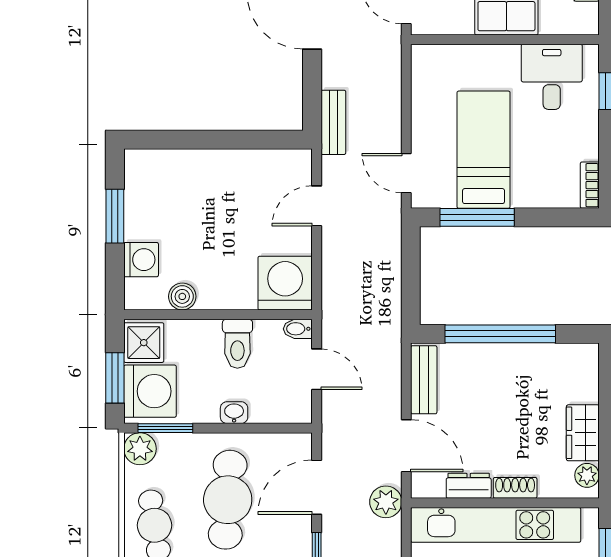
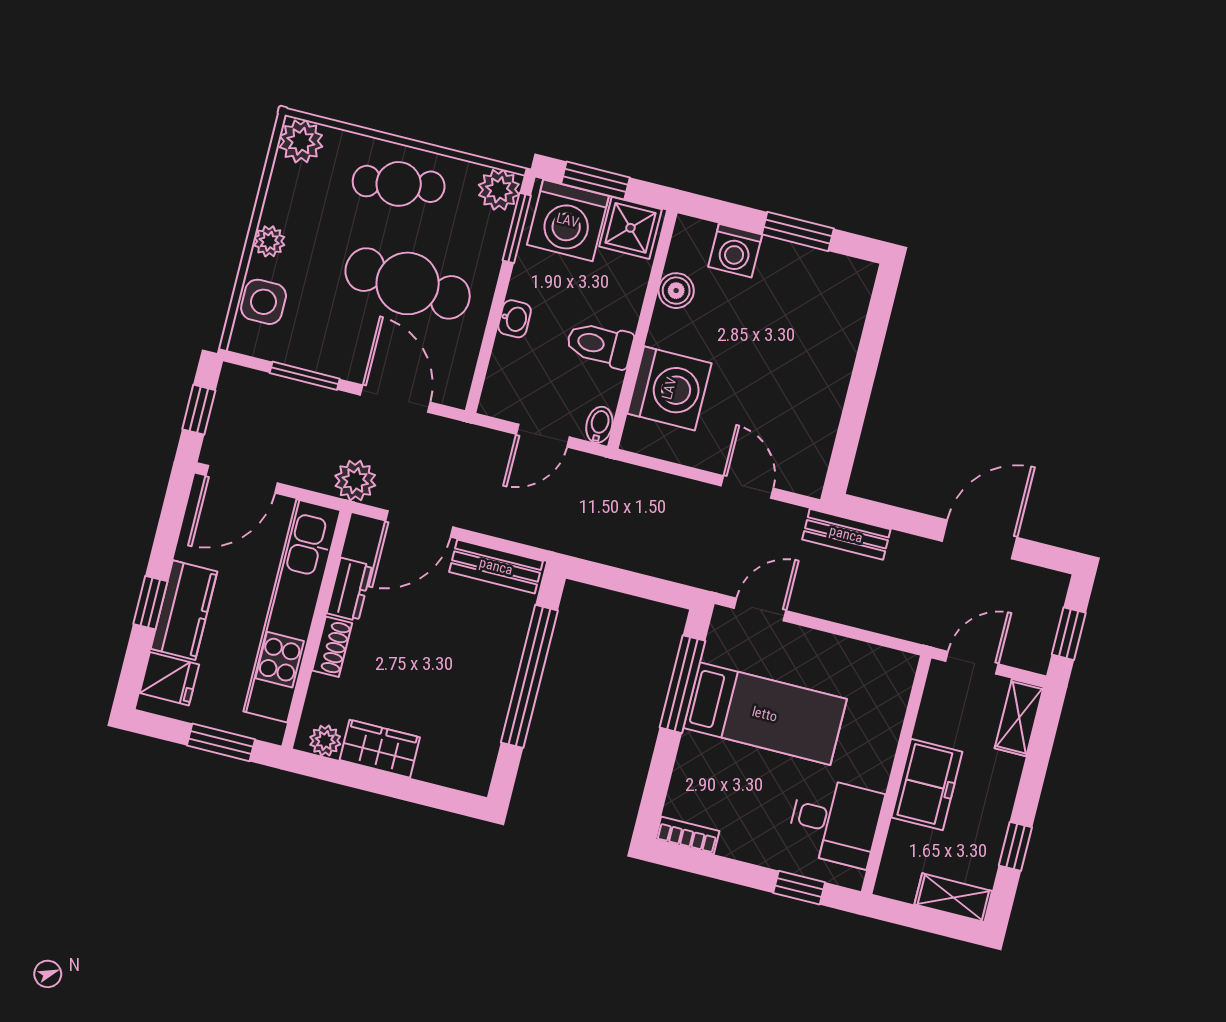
washing machine: (285, 283) -> (669, 388), moved

